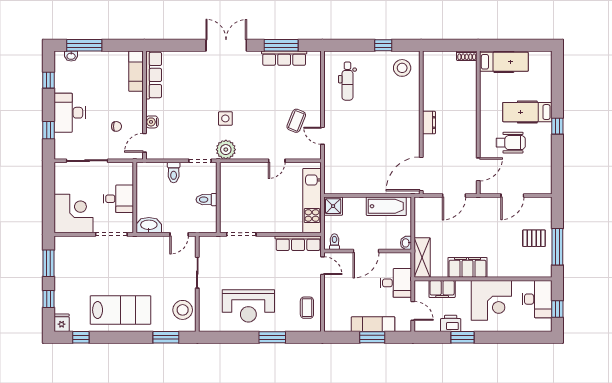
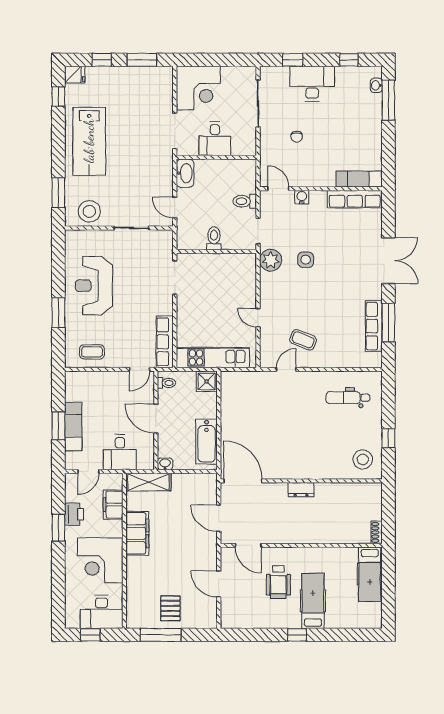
exam couch: (136, 71) -> (359, 179), moved
row of seats: (154, 75) -> (355, 199), moved
wall: (144, 105) -> (321, 189), moved
water cooler: (152, 122) -> (302, 197), moved
door: (144, 143) -> (278, 189), moved

